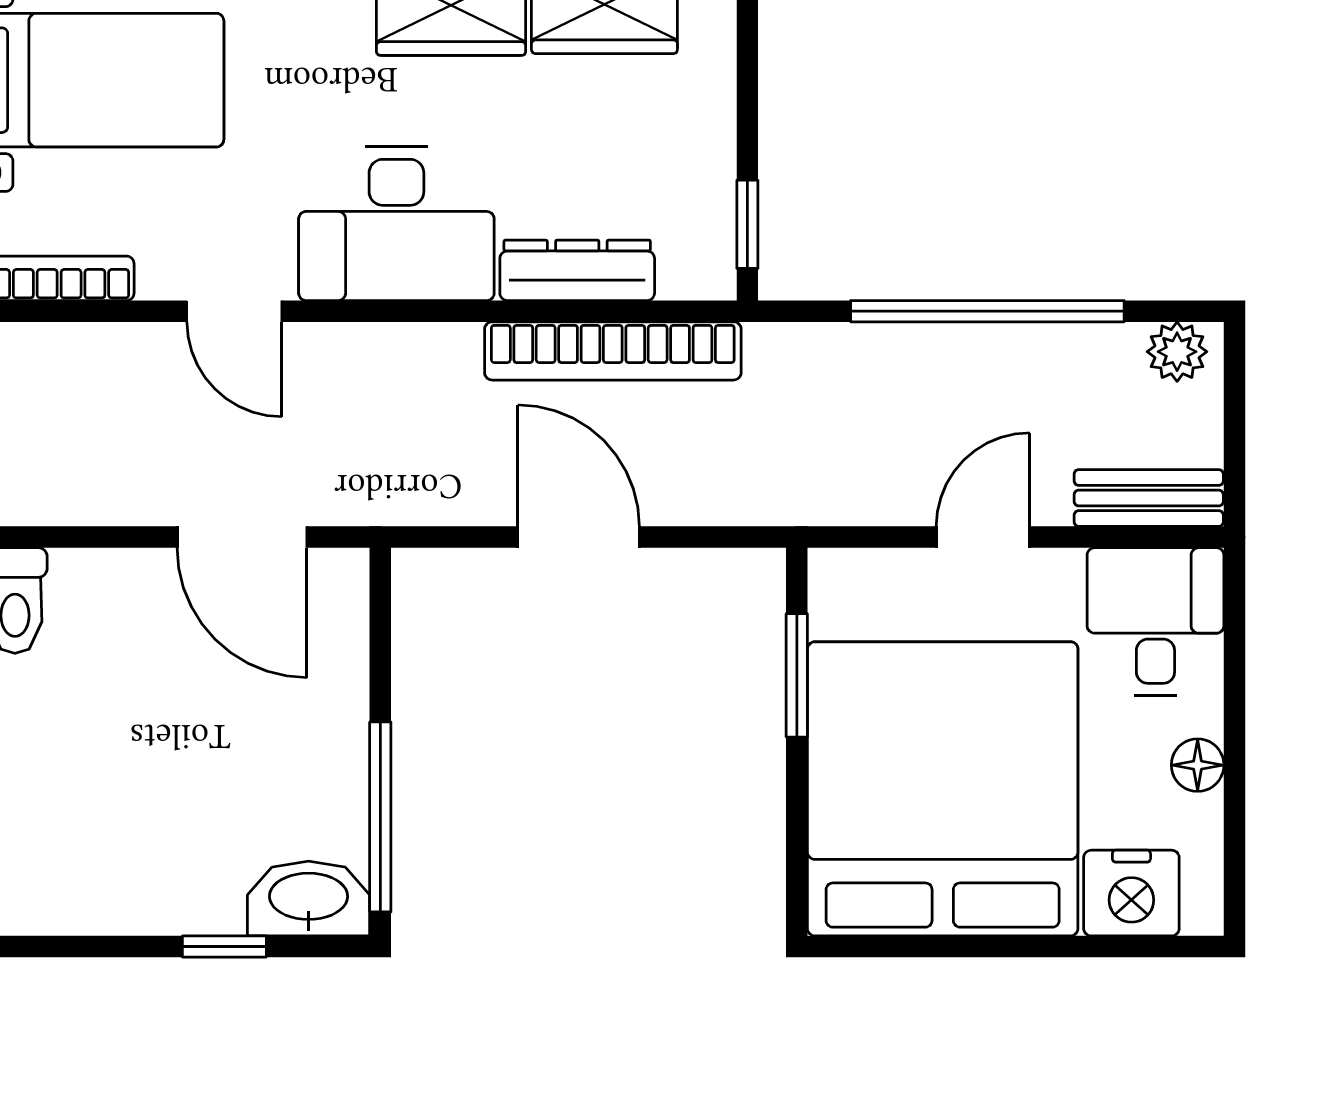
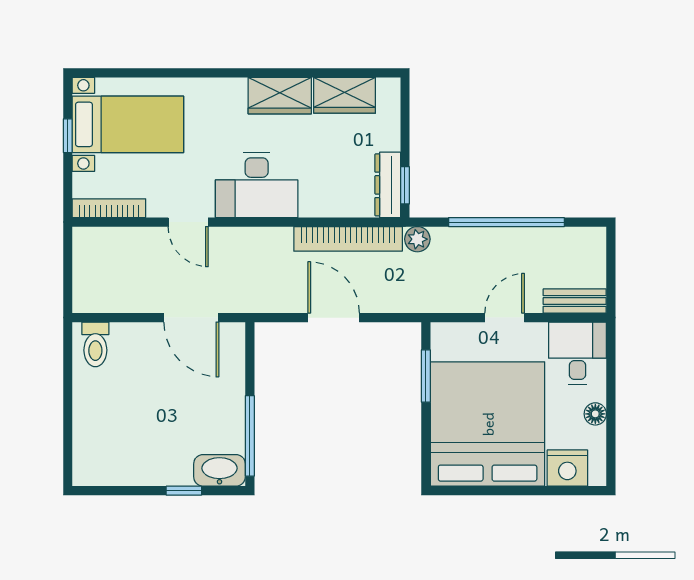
dresser: (577, 270) -> (388, 185), moved, turned -90
plant: (1177, 352) -> (417, 239), moved

